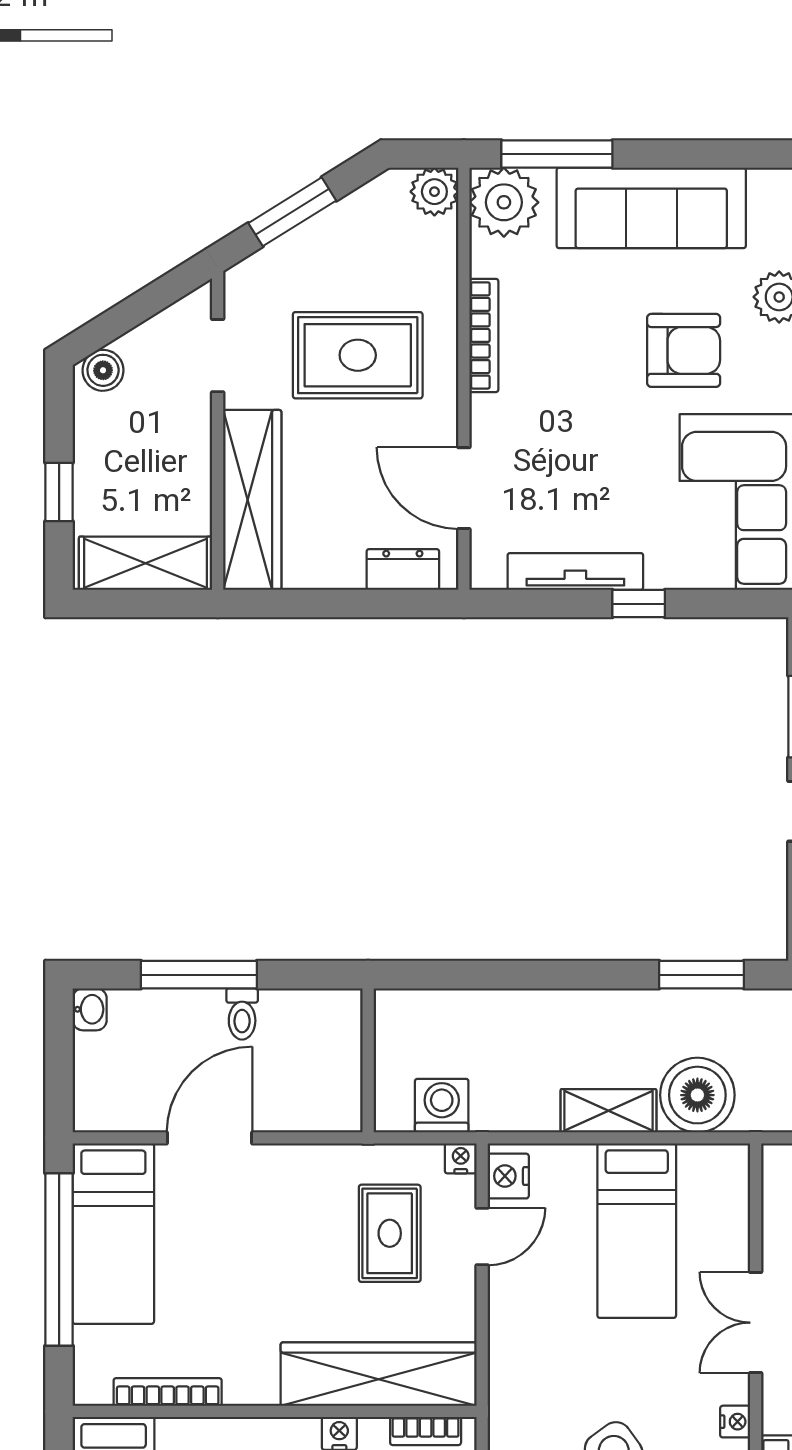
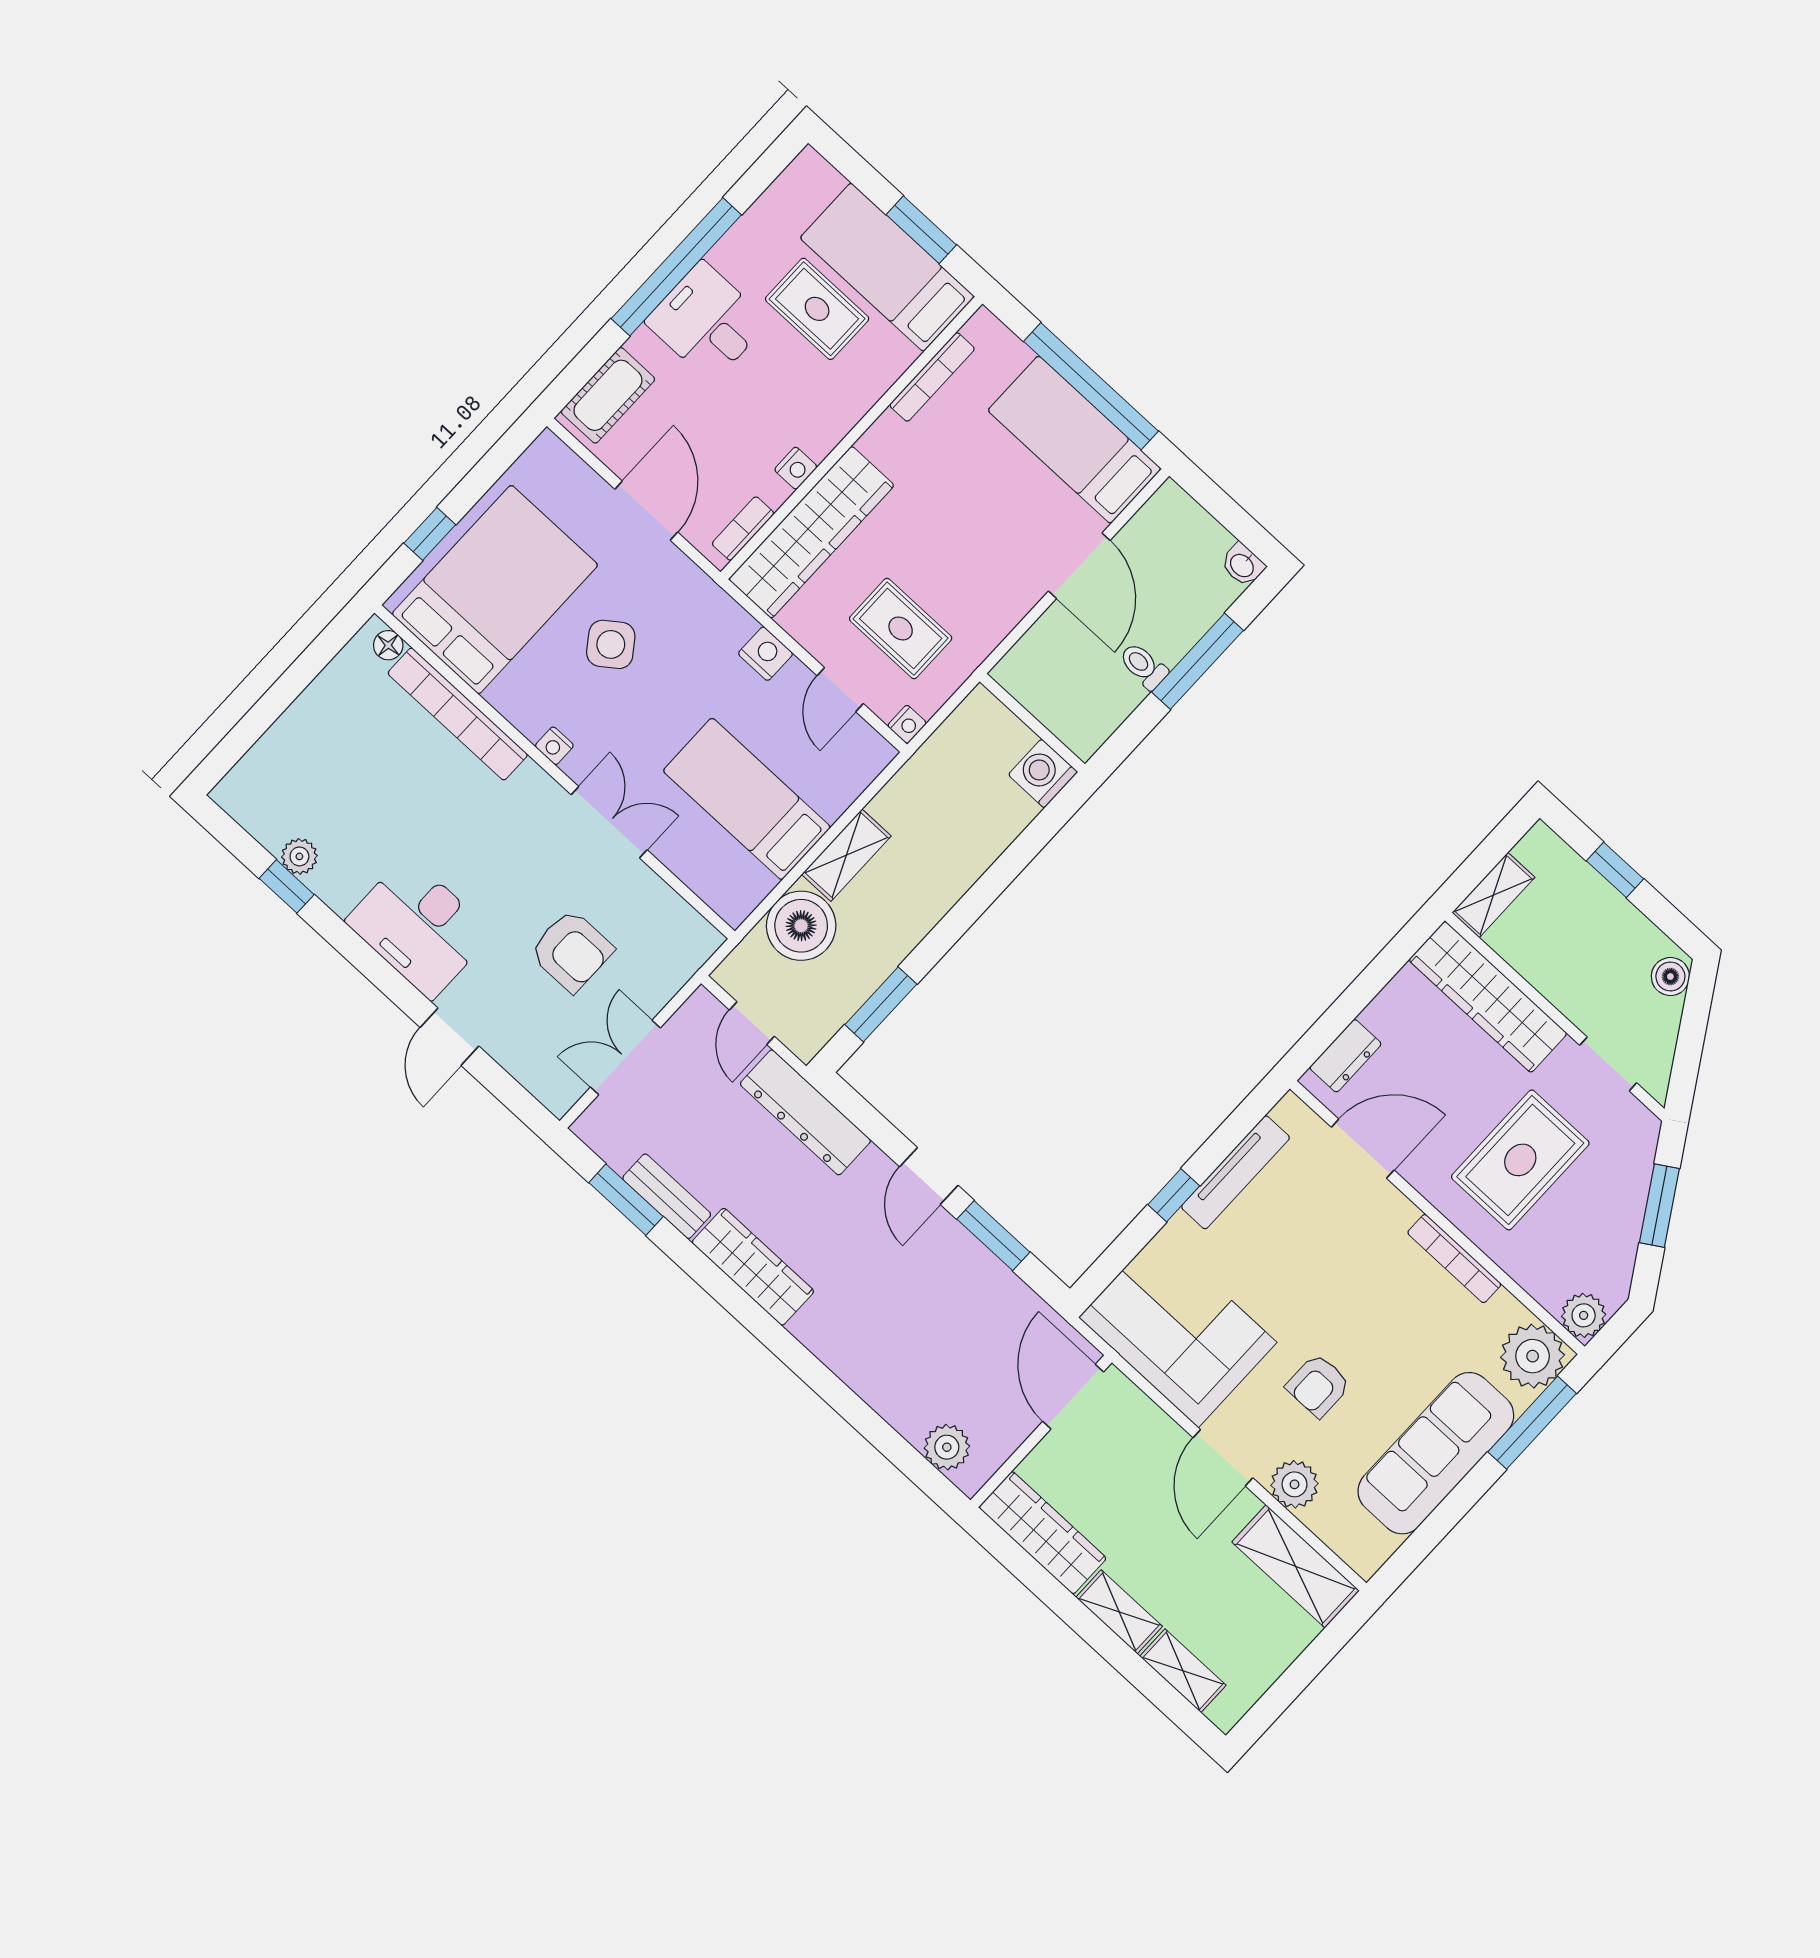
armchair: (684, 350) -> (1318, 1385), width x0.72, depth x0.72
shelving: (146, 563) -> (1493, 895), width x0.67, depth x0.75
washing machine: (442, 1106) -> (1043, 773), moved, turned 180
nightstand: (508, 1176) -> (765, 654), moved

